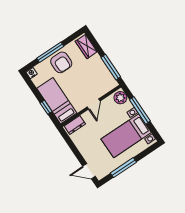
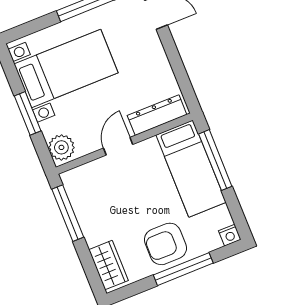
armchair: (61, 62) -> (165, 244), turned -90
window: (46, 107) -> (215, 160), width x2.17
window: (140, 110) -> (28, 113), width x0.69
dresser: (75, 125) -> (157, 115), width x1.44

